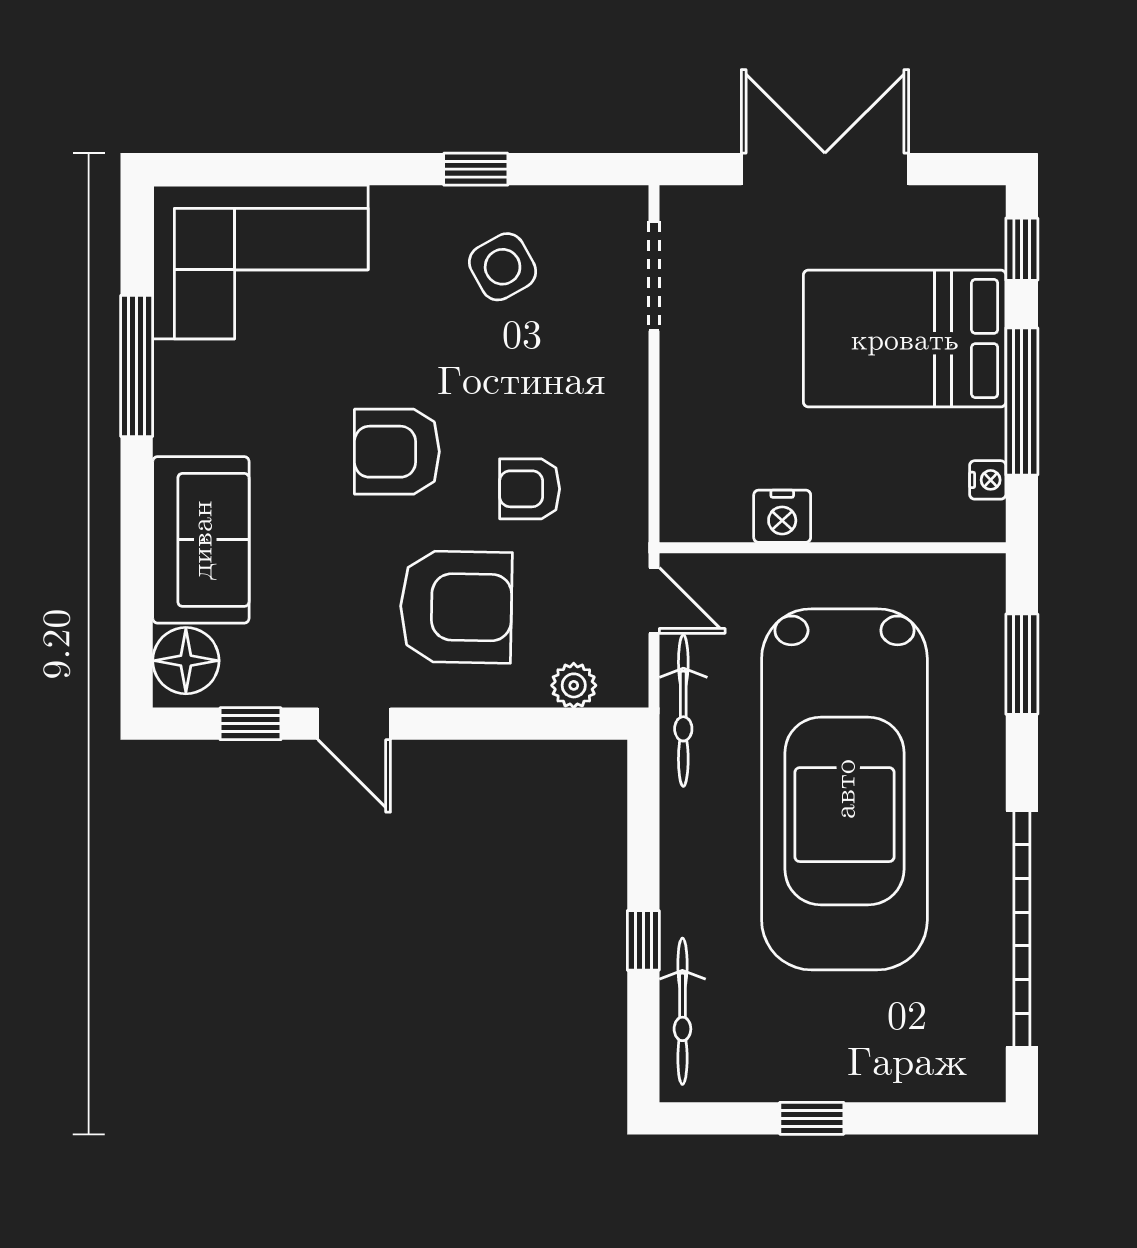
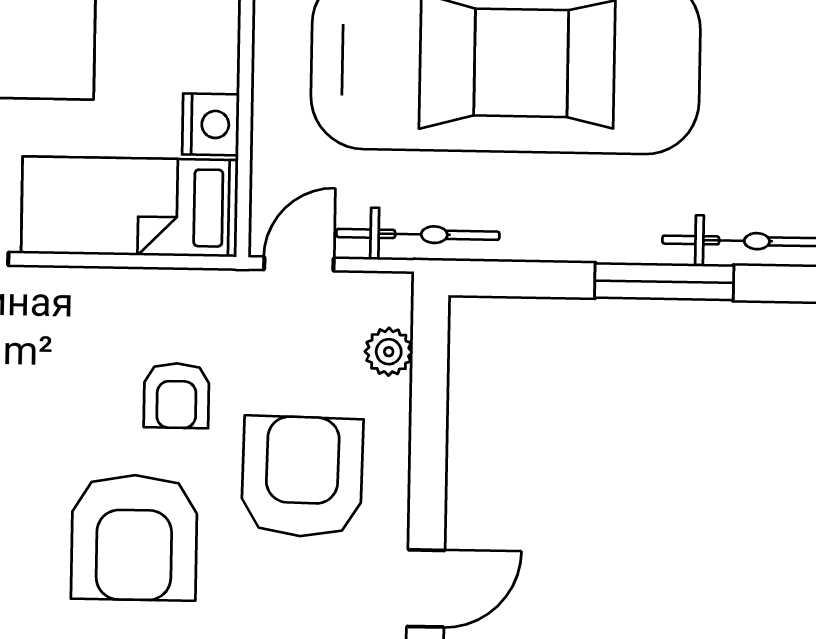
bed: (704, 442) -> (130, 207), added
armchair: (397, 452) -> (134, 537), width x1.36, depth x1.36
window: (643, 940) -> (664, 282), width x2.17

